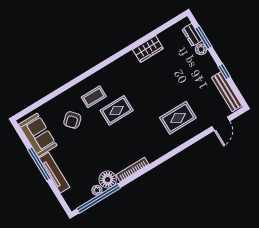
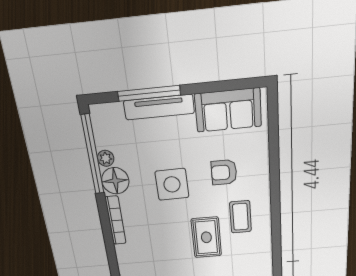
armchair: (72, 120) -> (224, 172), turned -48
side table: (94, 146) -> (172, 184), added
window: (39, 164) -> (149, 93), moved

